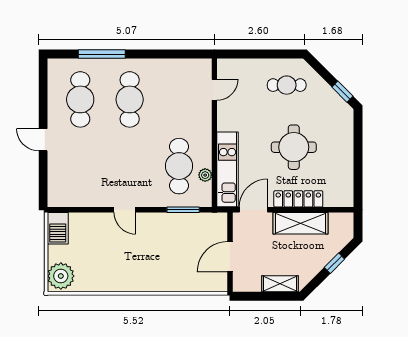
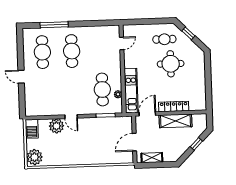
window: (342, 92) -> (188, 33), moved
round table: (294, 147) -> (171, 64), moved
plant: (100, 225) -> (56, 126), added
shelving: (280, 284) -> (152, 158), moved

